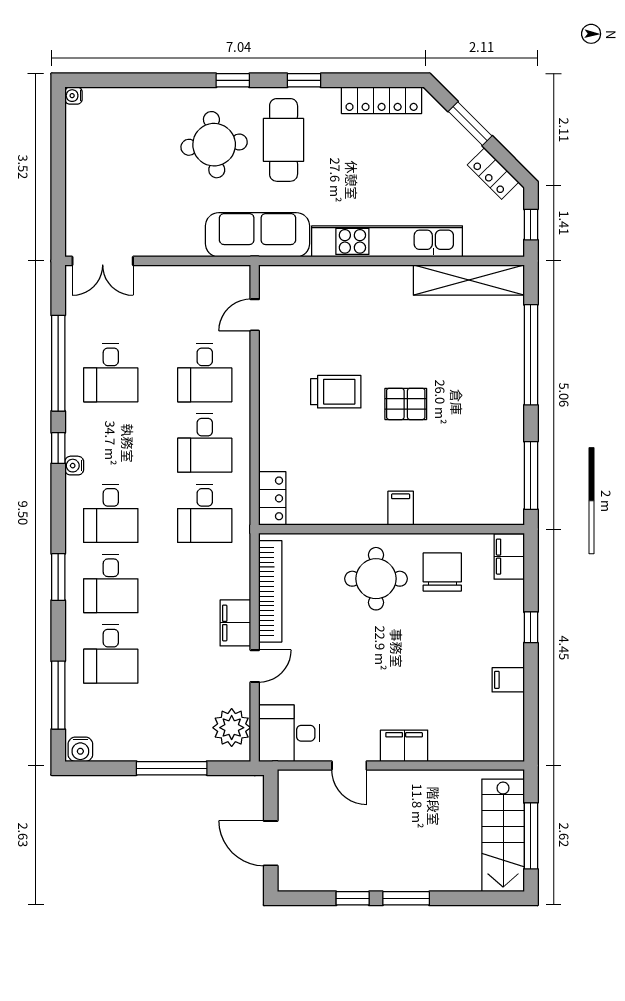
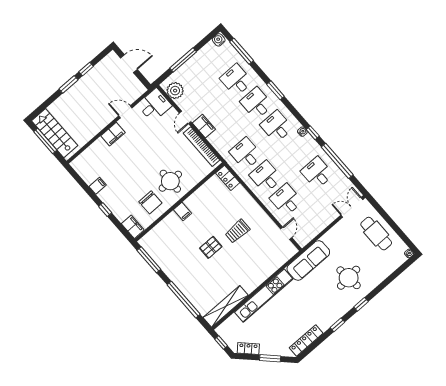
cafe table: (284, 140) -> (376, 234), moved

